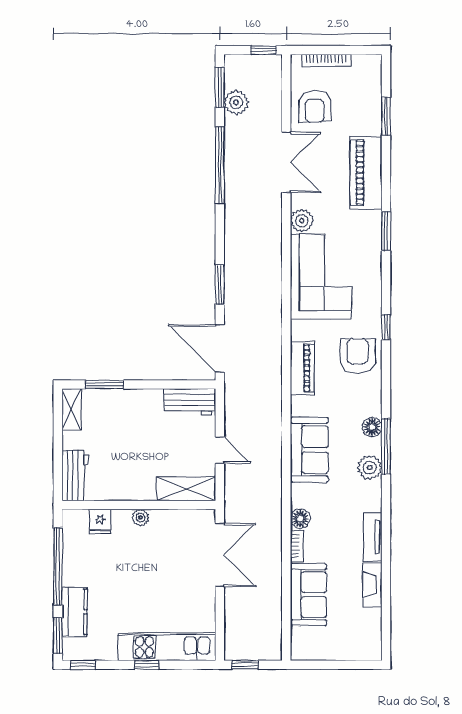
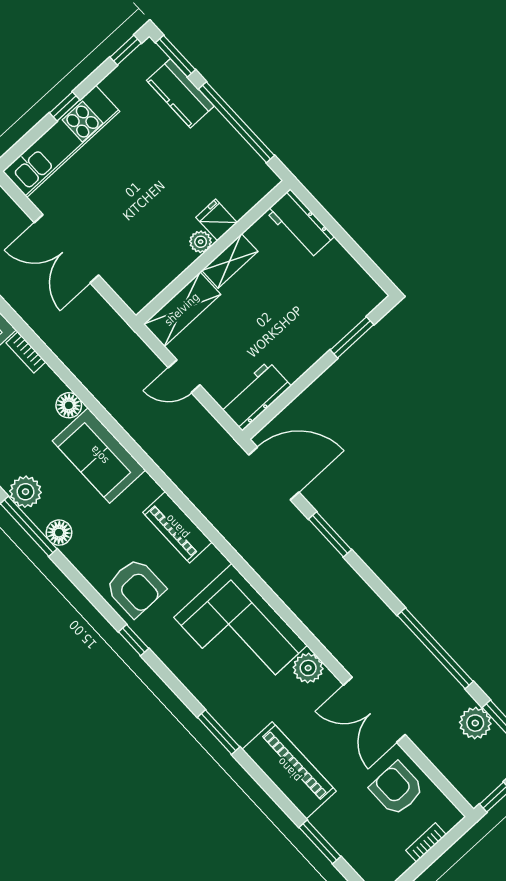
bookcase: (326, 61) -> (426, 842), width x0.64
shelving: (71, 409) -> (230, 261), moved, turned 90
floor lamp: (300, 519) -> (69, 405), moved
fridge: (100, 521) -> (217, 220), moved
double door: (220, 555) -> (67, 249), moved

